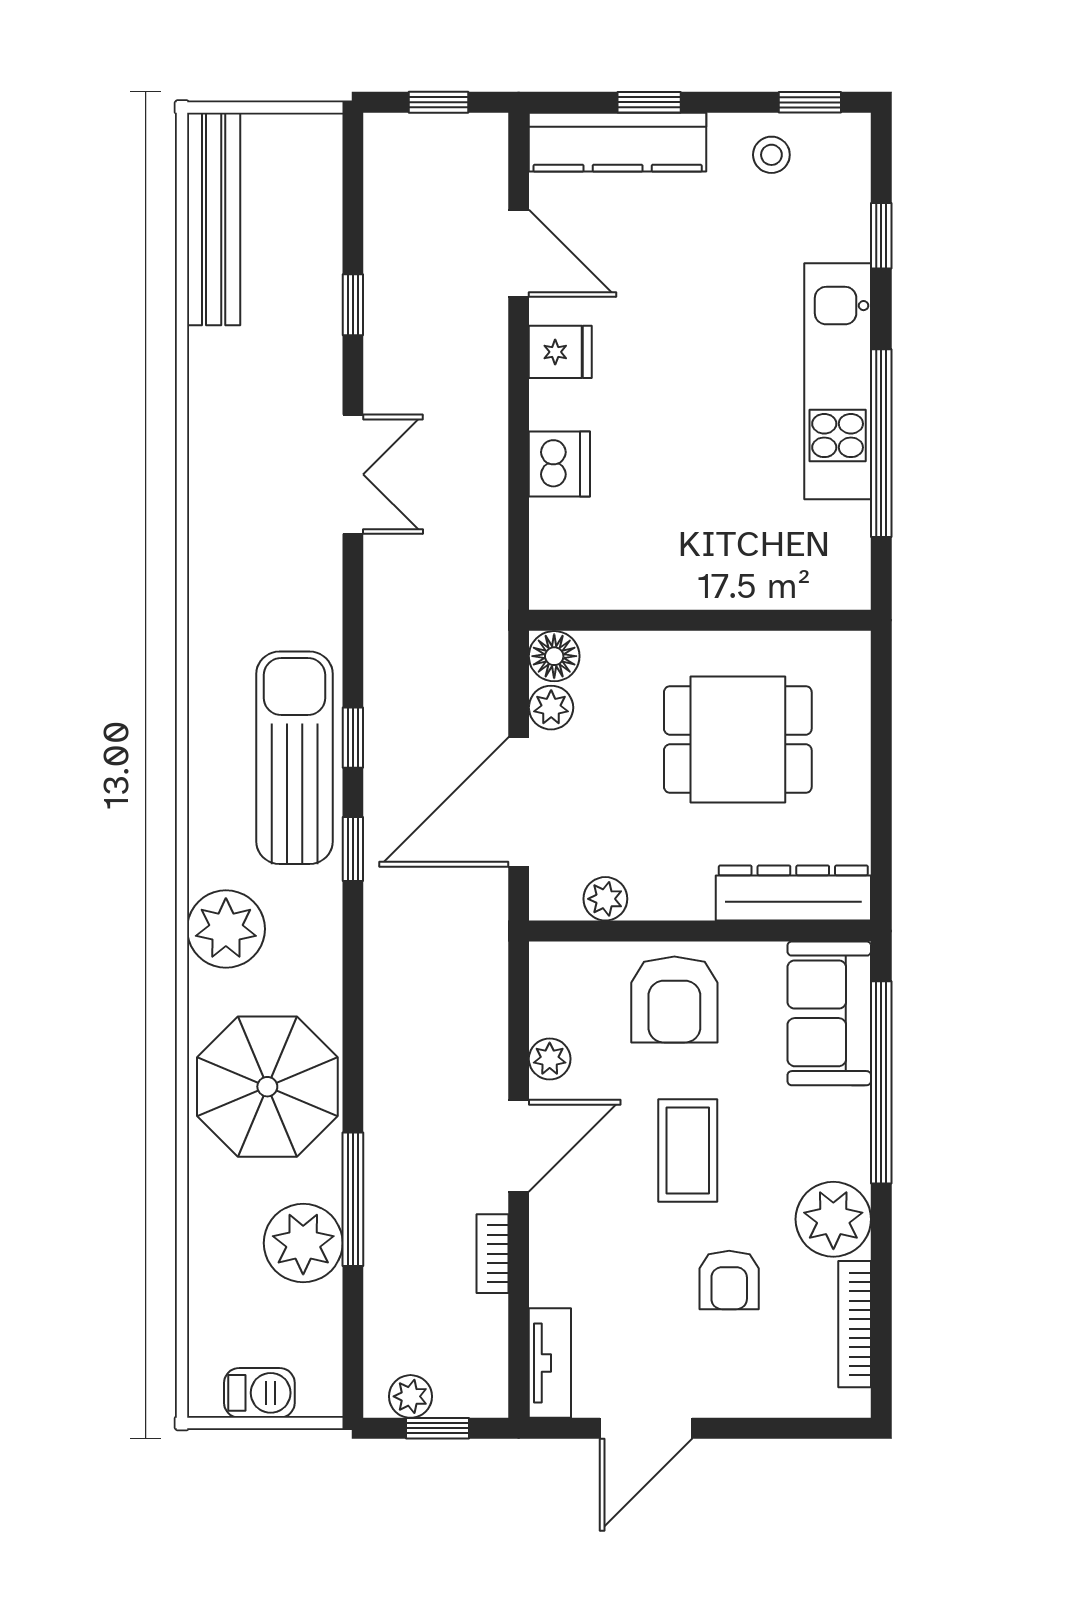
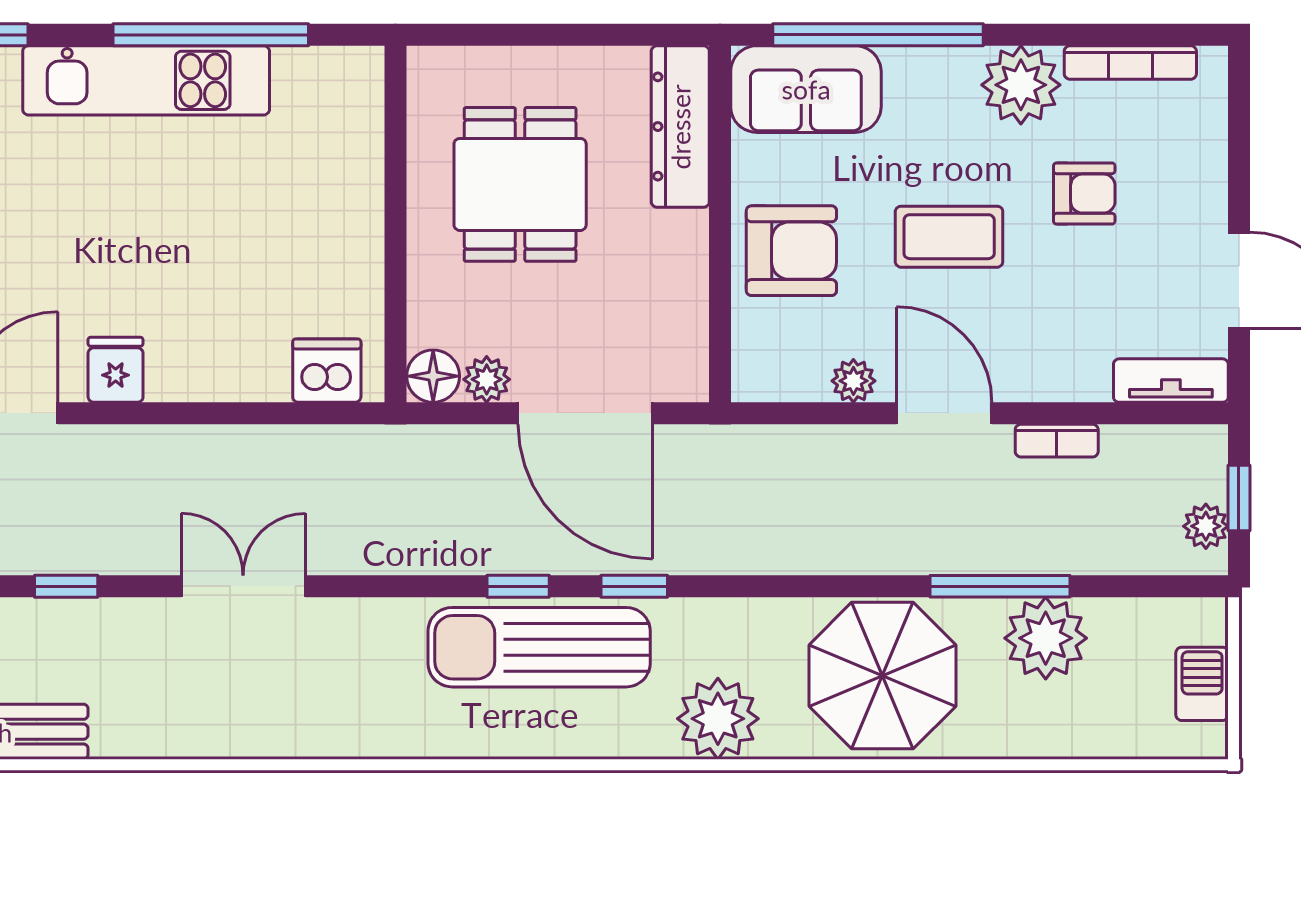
dishwasher: (559, 464) -> (327, 371), moved
plant: (605, 899) -> (686, 323), removed

